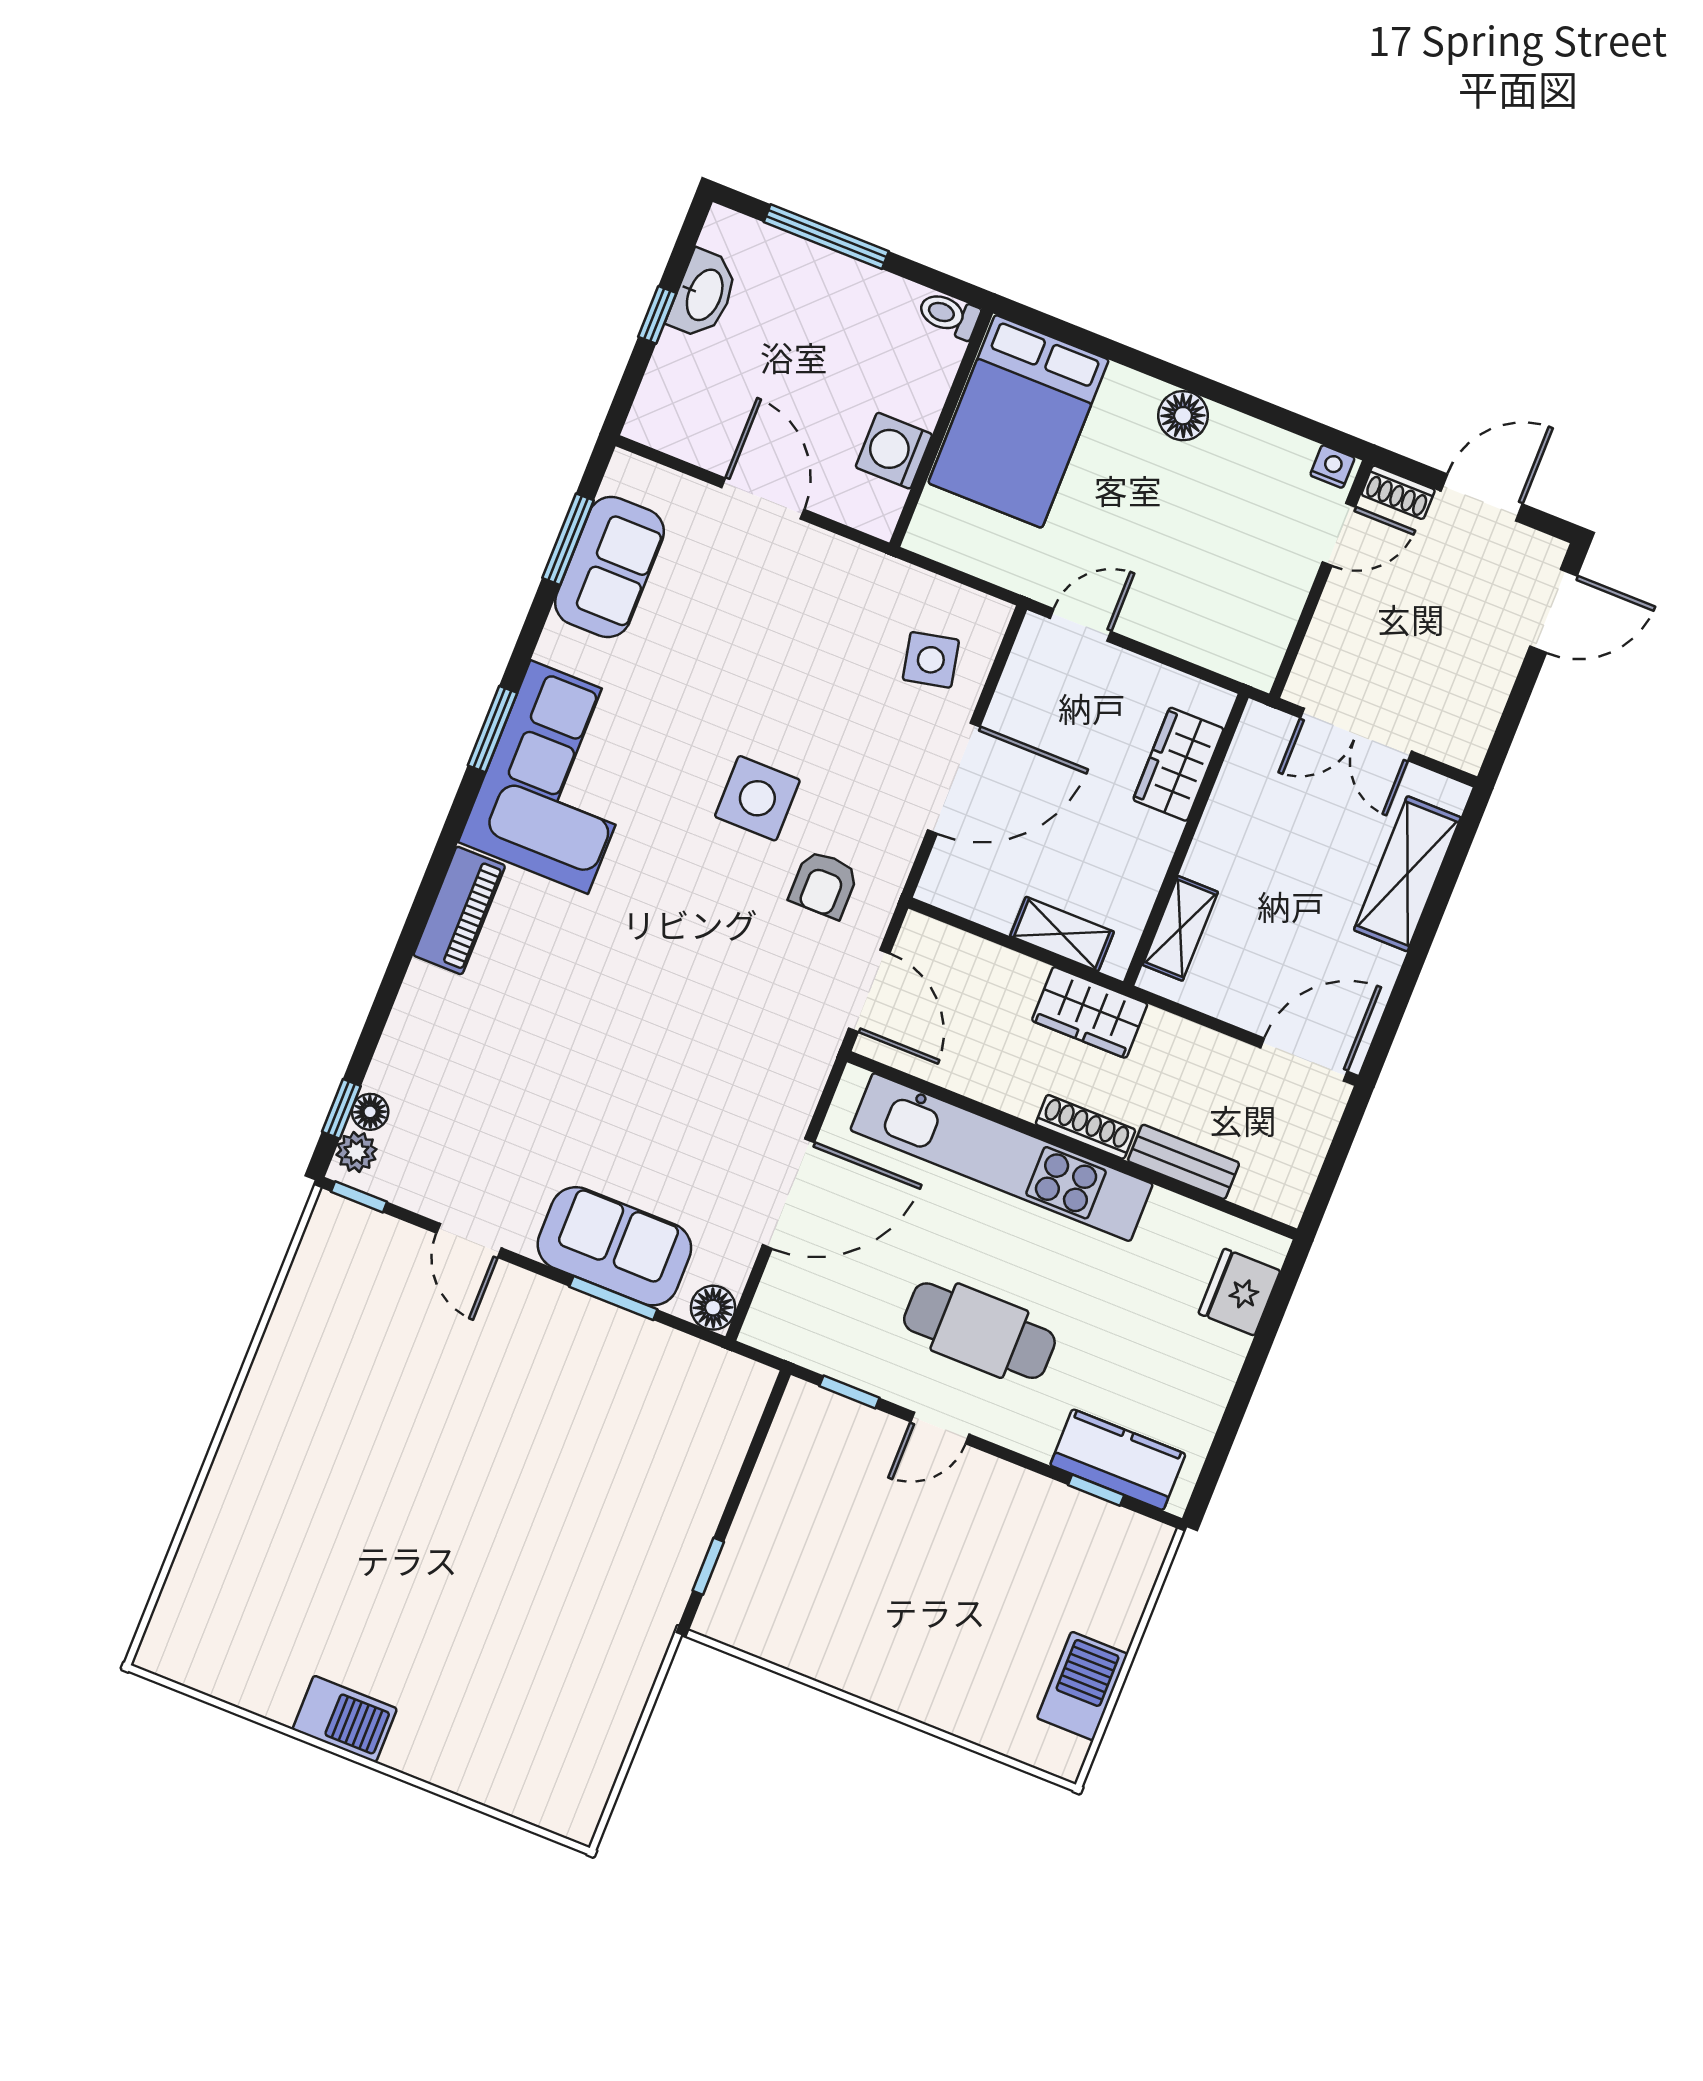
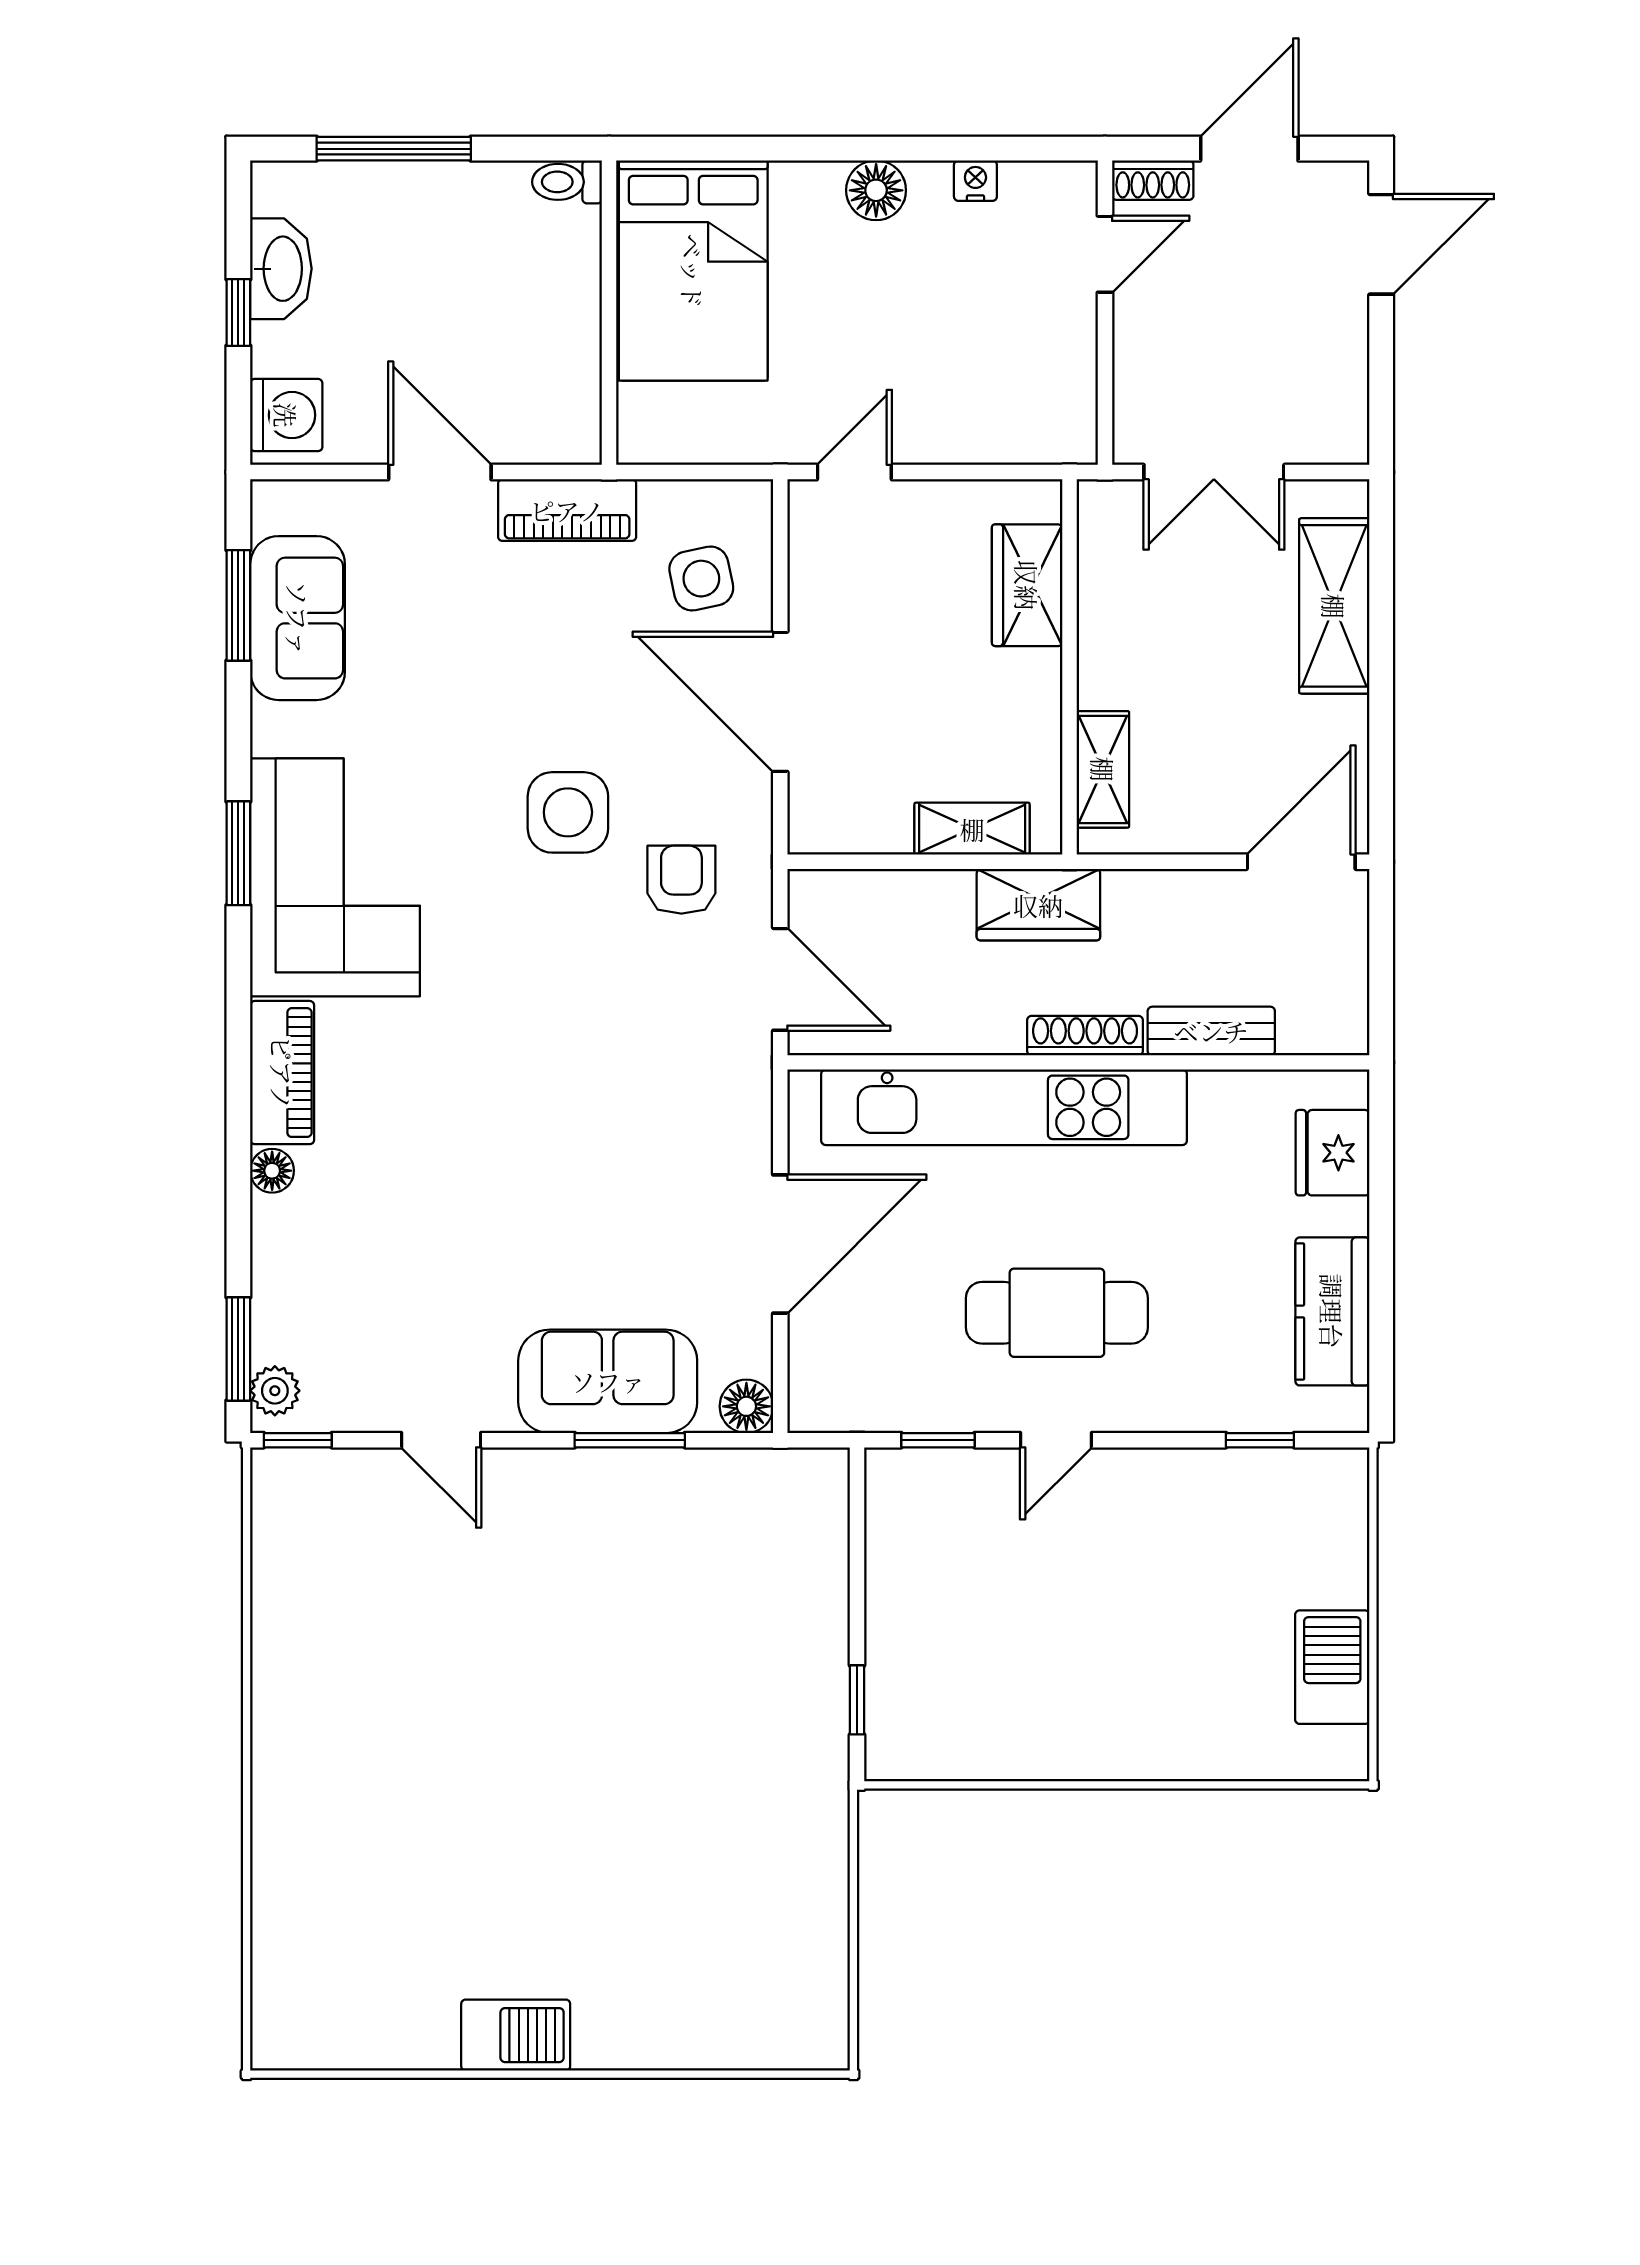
washing machine: (894, 451) -> (286, 415), moved, turned 180
nightstand: (1332, 467) -> (975, 181), moved
piano: (849, 566) -> (567, 510), added
door: (954, 778) -> (780, 702), swing flipped
armchair: (824, 884) -> (681, 880), turned 180
window: (341, 1109) -> (238, 1349), width x1.50
floor lamp: (370, 1112) -> (272, 1171), moved
kitchen counter: (1118, 1460) -> (1332, 1311), moved, turned -90

